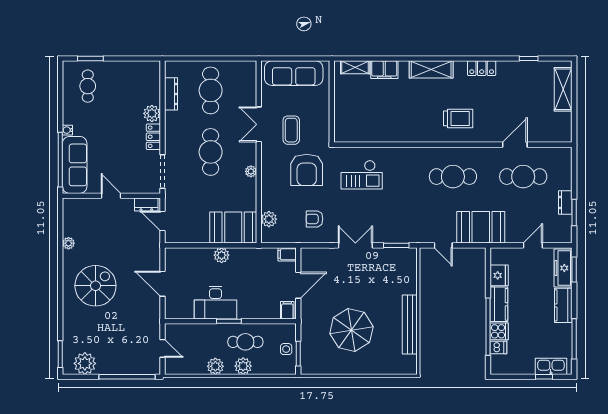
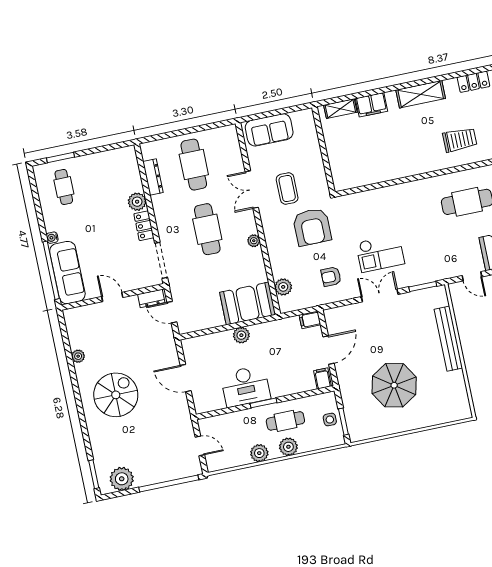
sofa: (294, 73) -> (269, 130), width x0.73
checkout: (362, 175) -> (380, 253), moved
bench: (410, 324) -> (448, 339), moved

